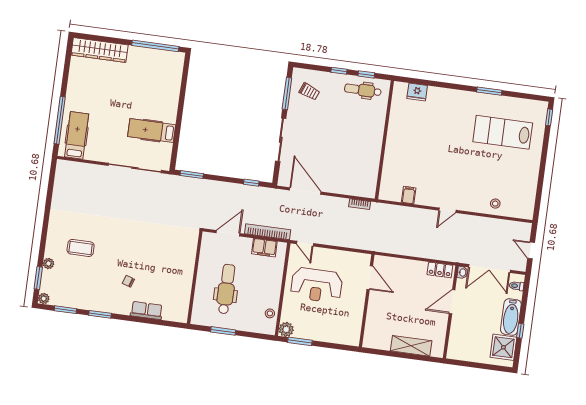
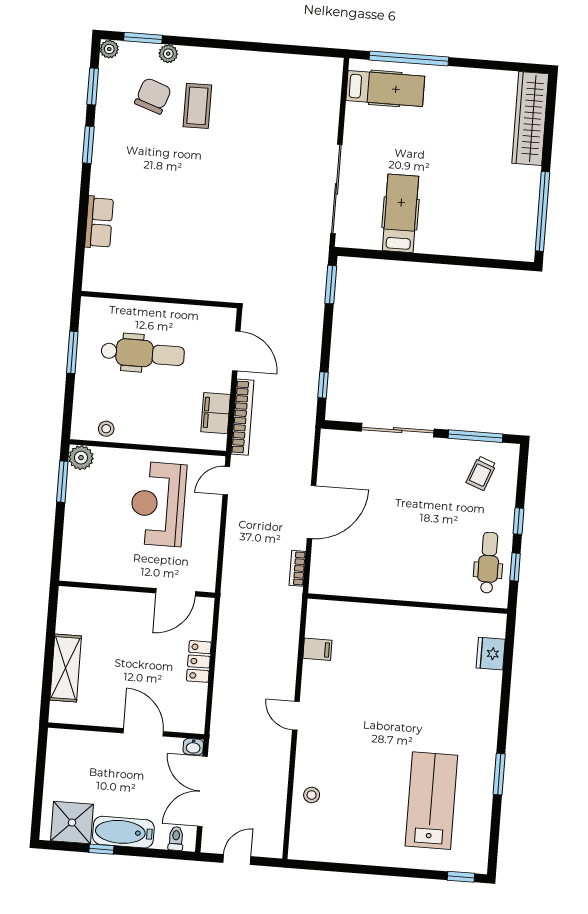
door: (305, 191) -> (312, 512), moved
locker: (440, 270) -> (199, 661), moved
chair: (128, 281) -> (153, 96), moved, width x1.87, depth x1.87

